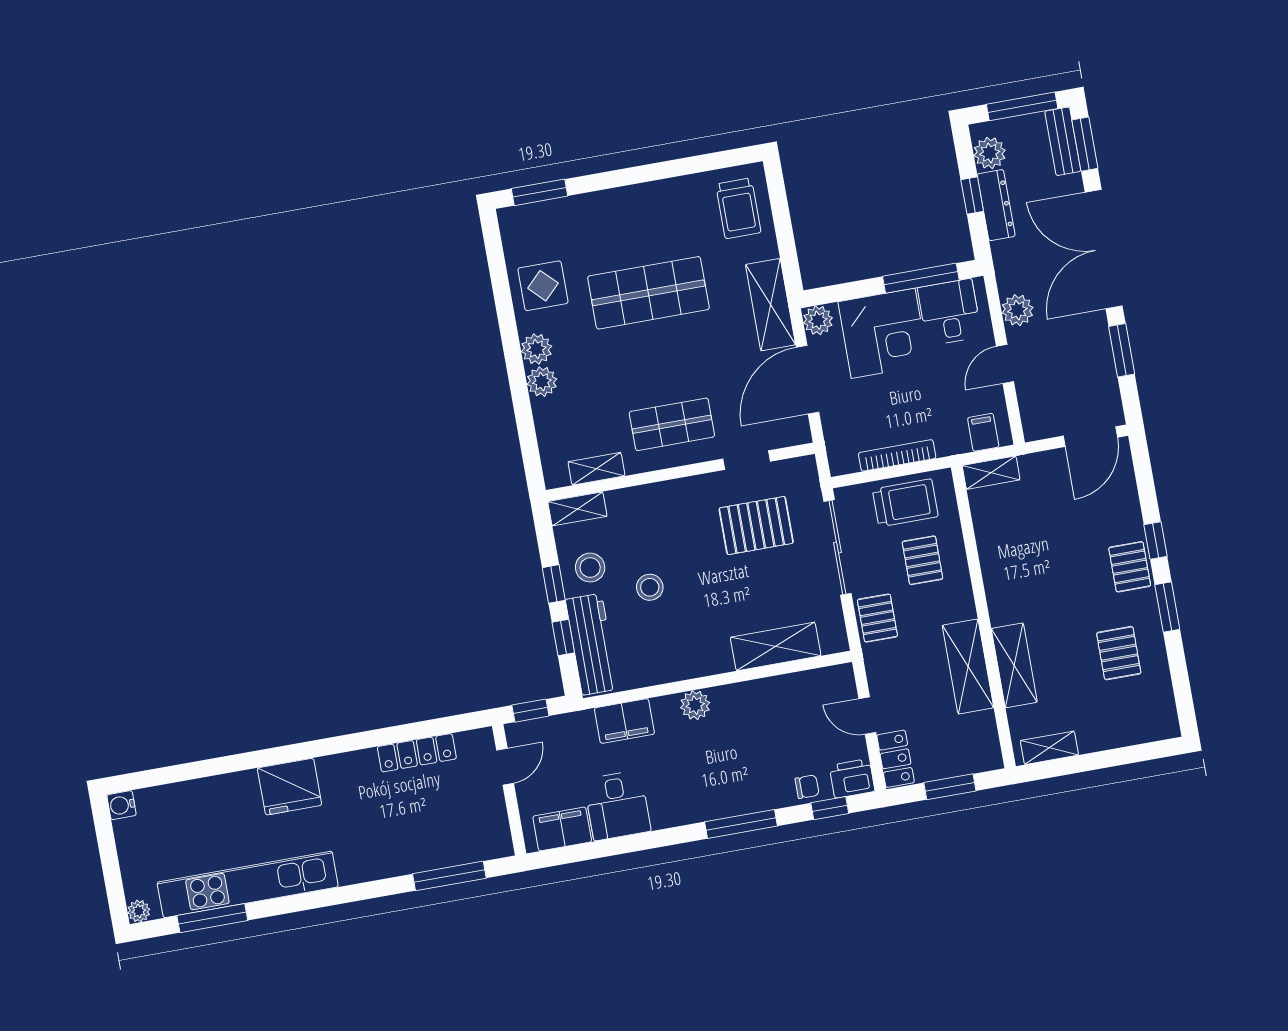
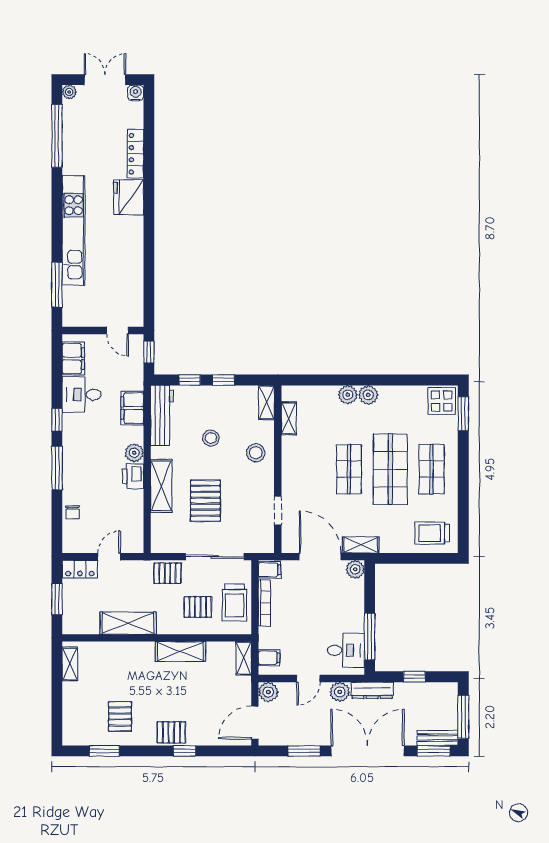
plant: (990, 153) -> (268, 692), moved
dresser: (996, 205) -> (372, 690), moved
shop shelf: (637, 227) -> (432, 469), added
display table: (543, 286) -> (442, 401), moved
shelving: (770, 305) -> (361, 545), width x0.67, depth x0.75
corner desk: (883, 333) -> (340, 608), removed
door: (1005, 364) -> (308, 679), swing flipped
shop shelf: (672, 424) -> (349, 469), moved
door: (1090, 437) -> (255, 723), hinge flipped
filing cabinet: (843, 456) -> (270, 570), added
pallet: (756, 526) -> (205, 501), moved
stool: (590, 568) -> (256, 453), moved
window: (1167, 607) -> (104, 751), moved
workbench: (592, 644) -> (162, 415), moved, turned -90
shelving: (776, 646) -> (161, 486), moved
pallet: (1119, 653) -> (120, 716), turned 90
shelving: (1014, 665) -> (181, 651), moved
locker: (417, 753) -> (135, 154), moved
printer: (852, 778) -> (133, 476), moved, turned 180
window: (830, 808) -> (57, 420), moved
double door: (109, 858) -> (105, 80), added
kitchen unit: (248, 884) -> (74, 230), moved
window: (212, 918) -> (57, 136), width x1.46

